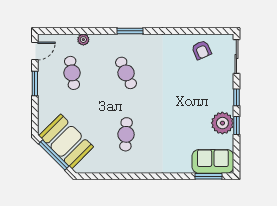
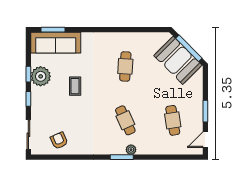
plant: (83, 40) -> (131, 150), moved
coffee table: (183, 112) -> (75, 86), added
sofa: (213, 161) -> (56, 43), width x1.36

